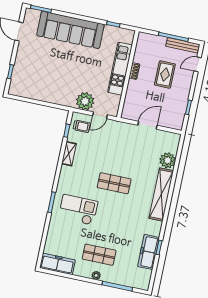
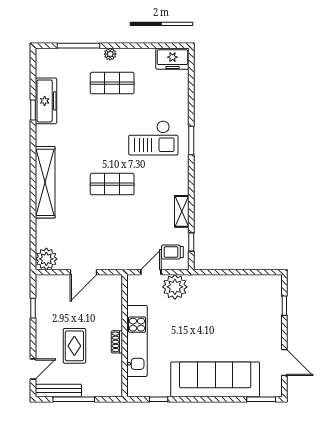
plant: (168, 160) -> (46, 259), moved
freezer: (57, 264) -> (172, 59), width x0.71

